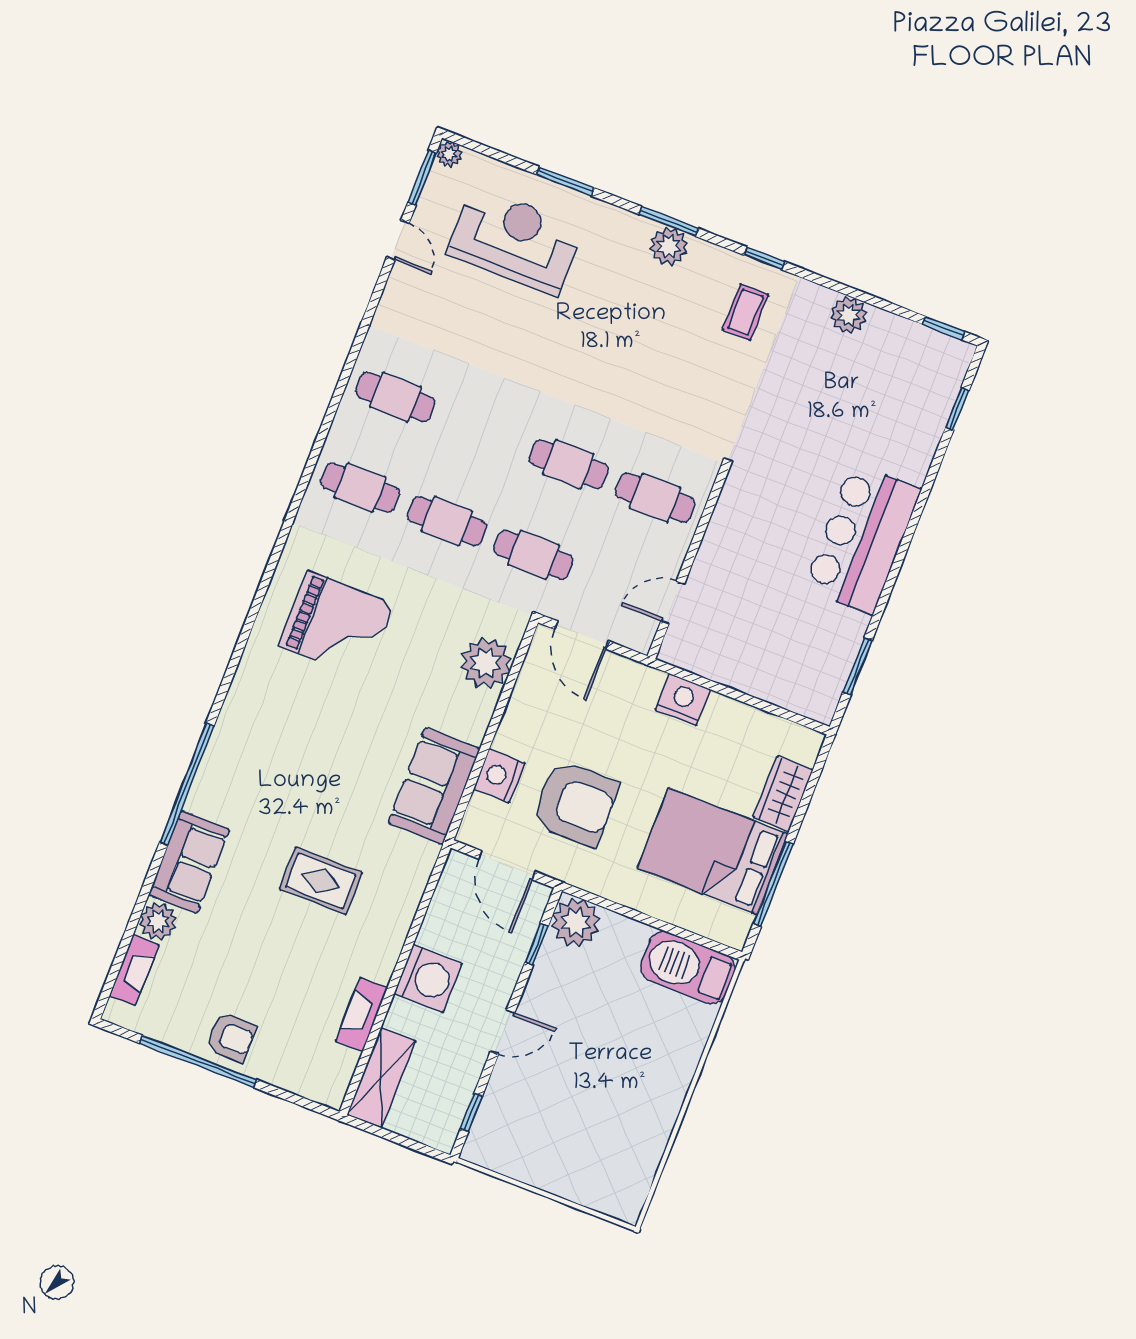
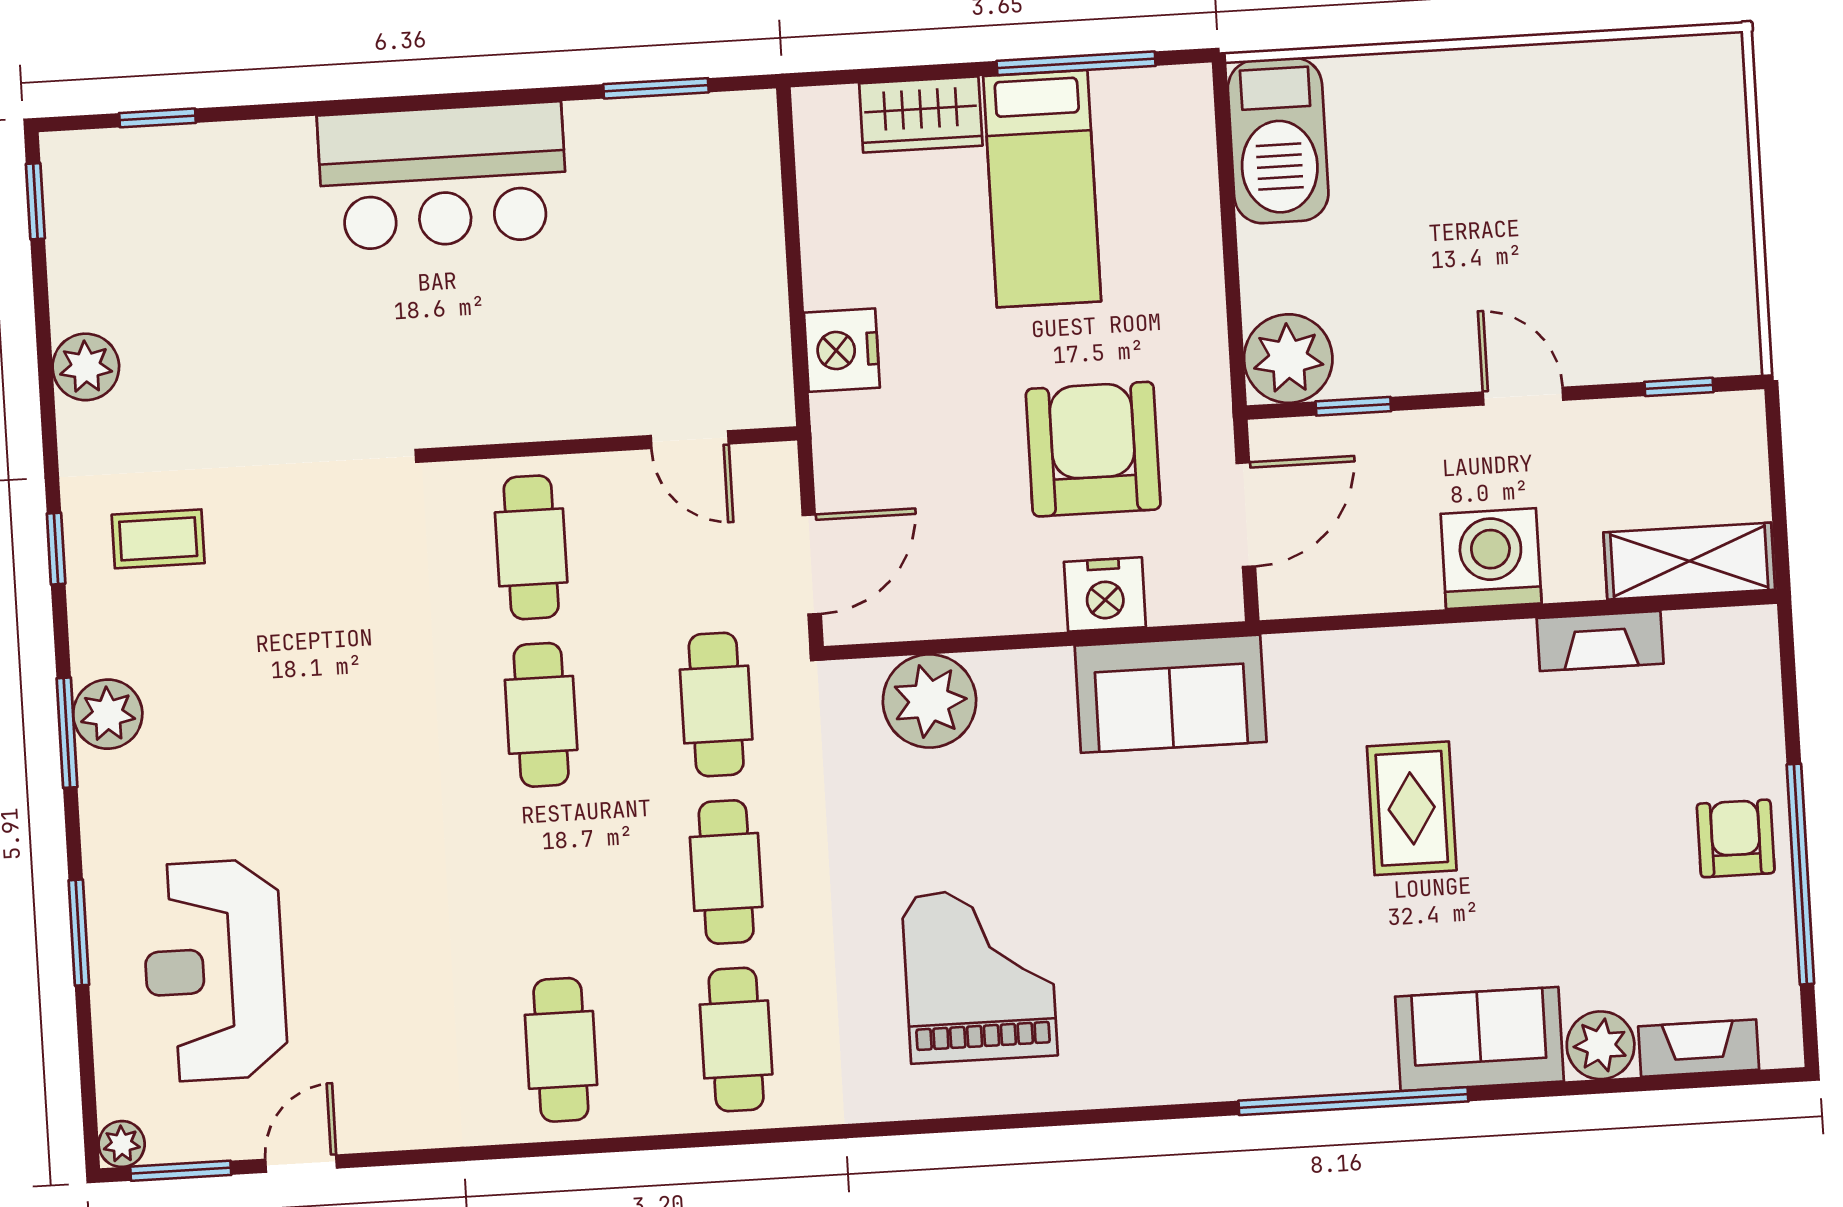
bed: (713, 851) -> (1042, 189), width x0.67

